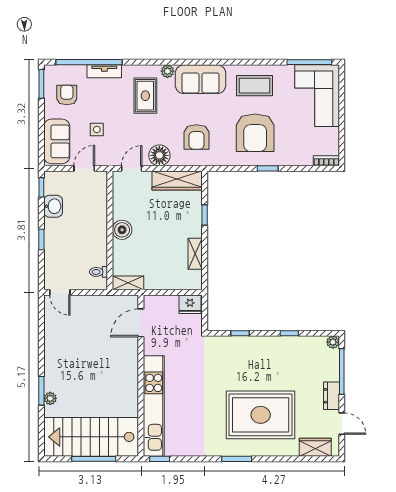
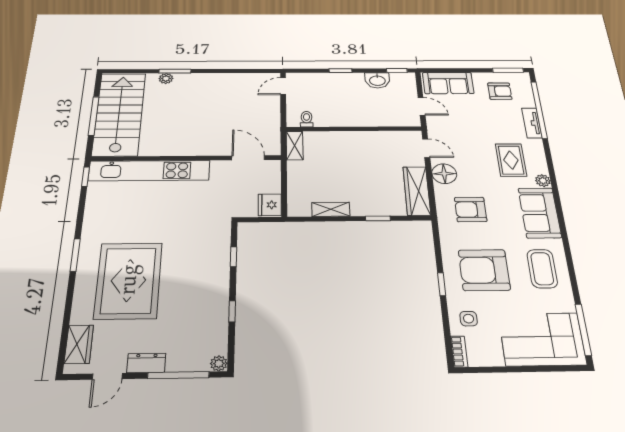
rug: (145, 96) -> (511, 160), turned 90
side table: (97, 130) -> (469, 319), moved
boiler: (122, 230) -> (355, 140), removed

